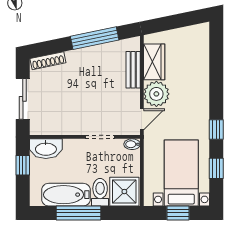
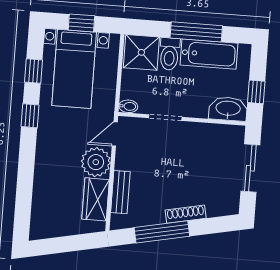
shoe rack: (48, 61) -> (186, 214), moved

